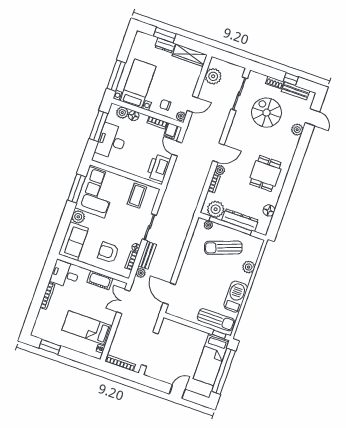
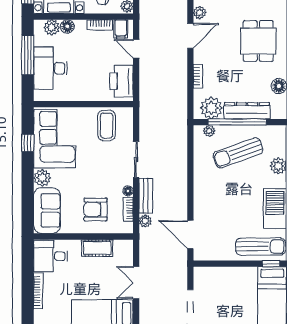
plant: (220, 170) -> (200, 13), moved
window: (77, 188) -> (28, 143), width x0.46
double door: (123, 301) -> (136, 283), moved

